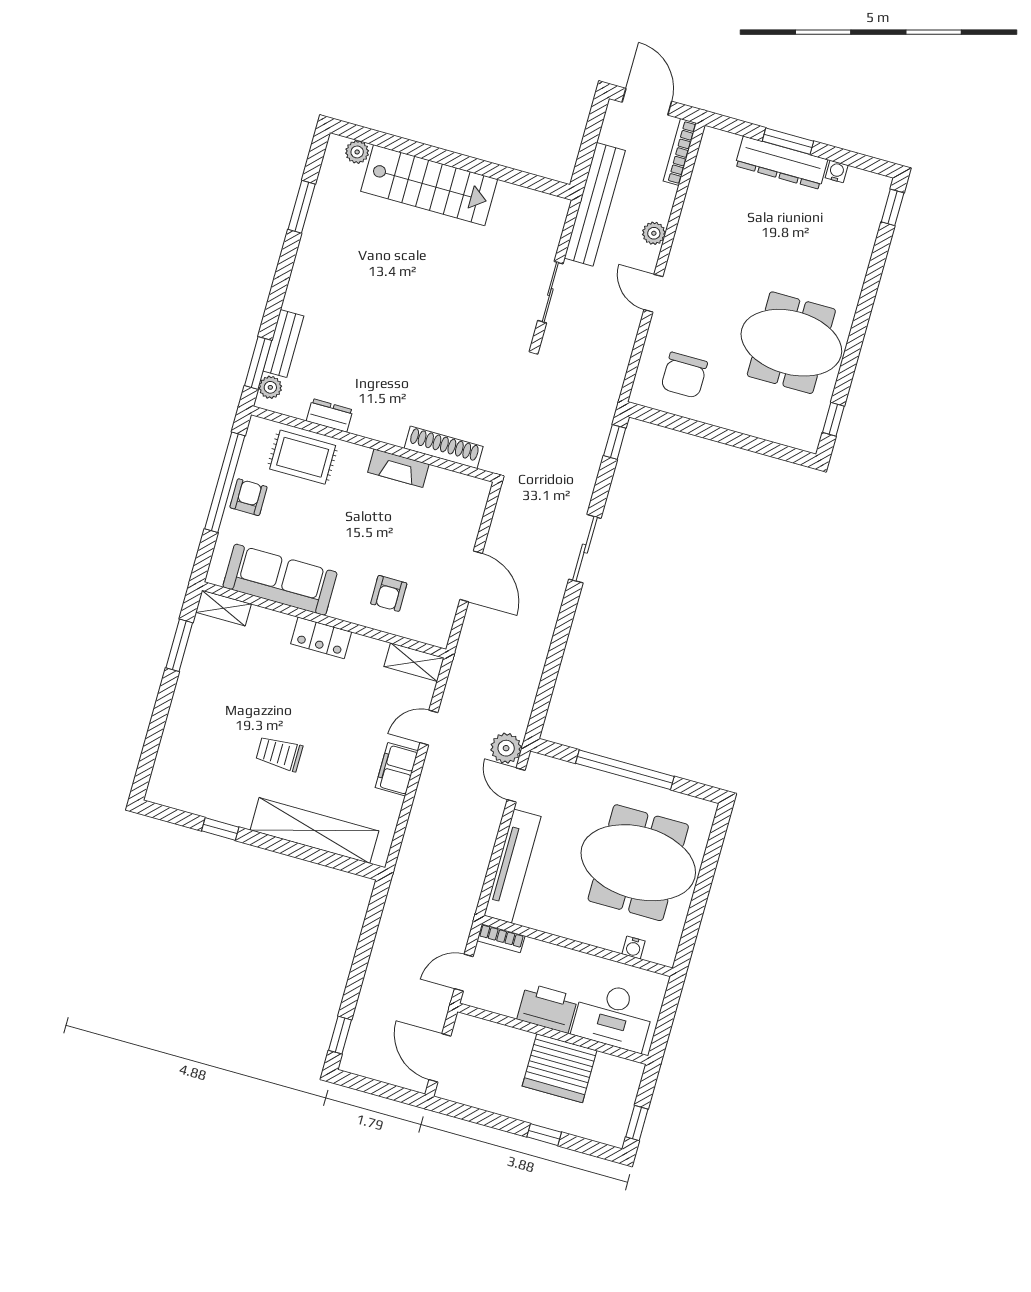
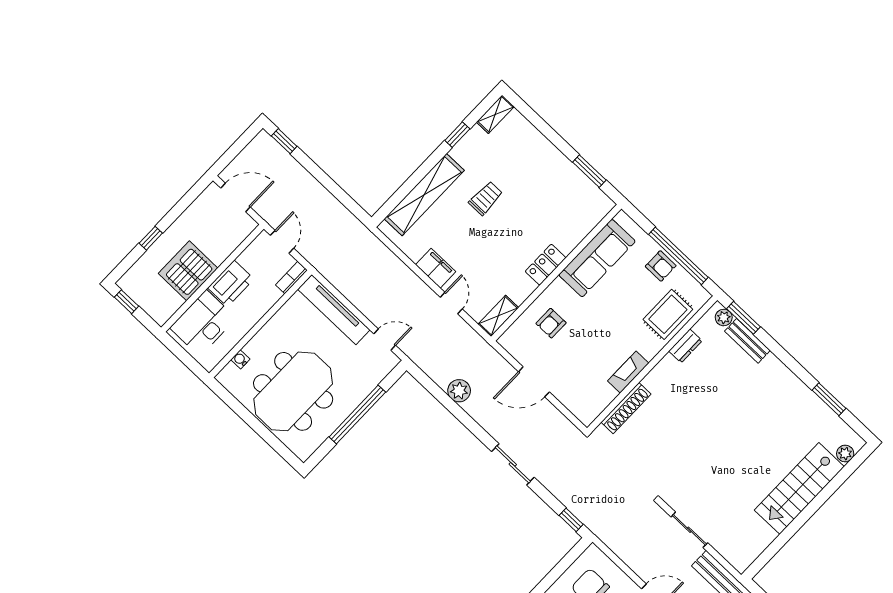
armchair: (389, 593) -> (551, 323), turned -90
shelving: (223, 608) -> (495, 114), moved
plant: (506, 748) -> (459, 391), moved

